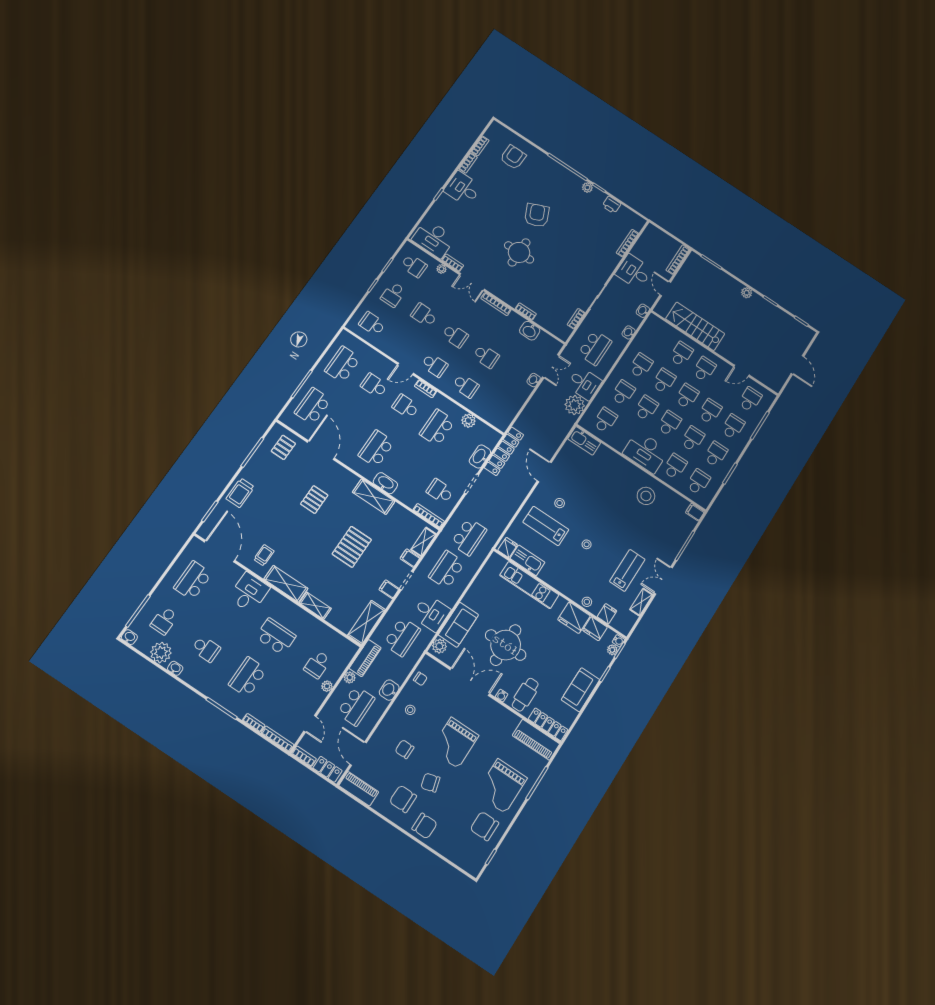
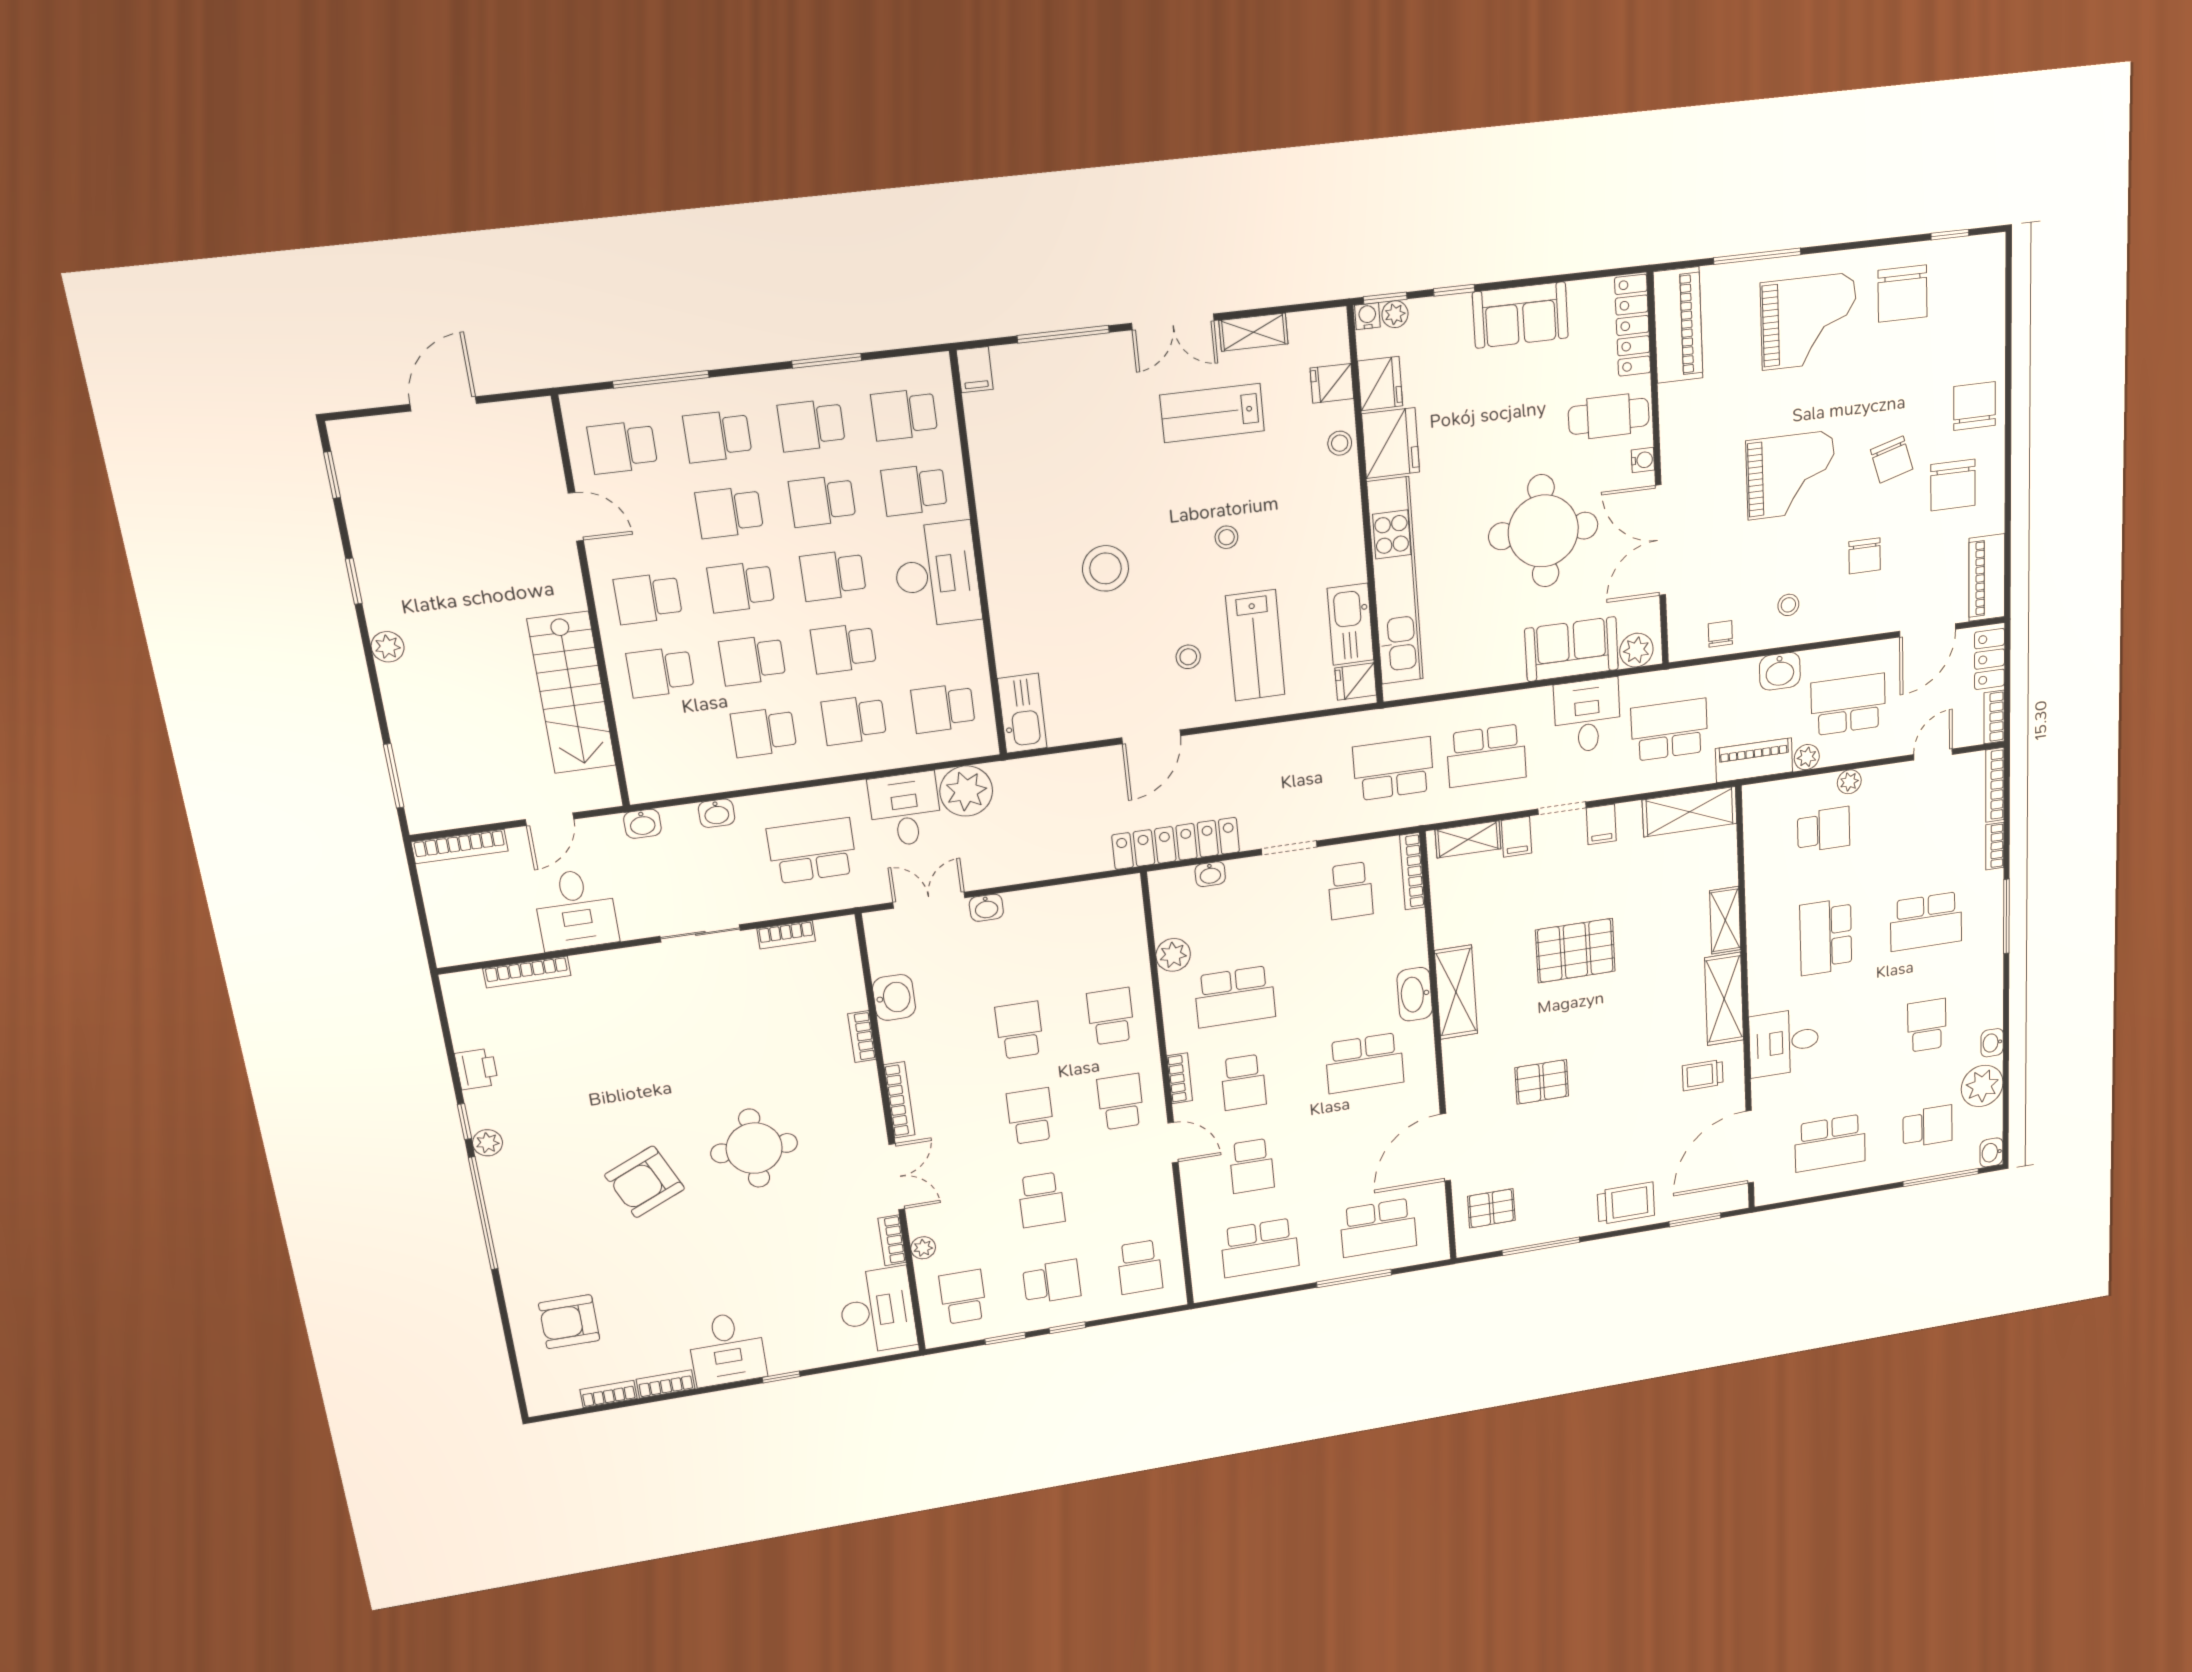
washbasin: (480, 456) -> (1210, 874), width x0.52, depth x0.69
stool: (646, 496) -> (1106, 568), moved
kitchen unit: (529, 585) -> (1395, 581), width x1.36

